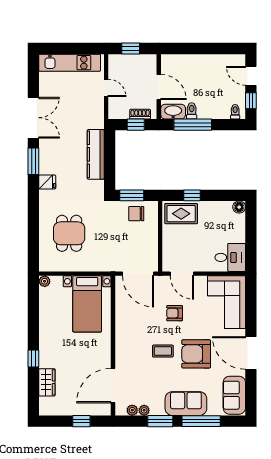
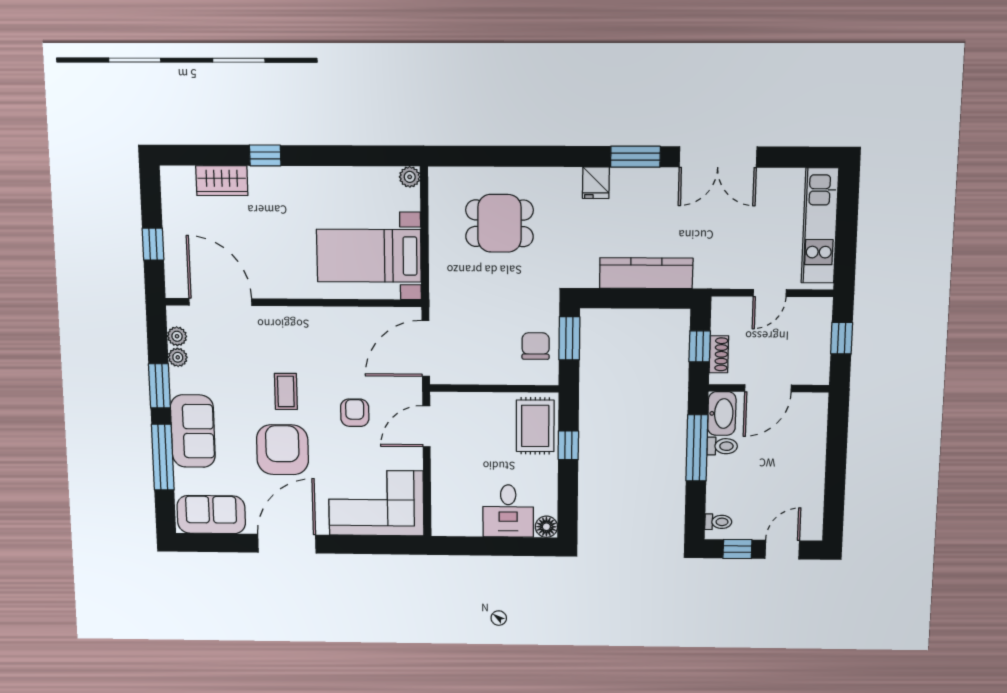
desk: (230, 257) -> (508, 511), moved

